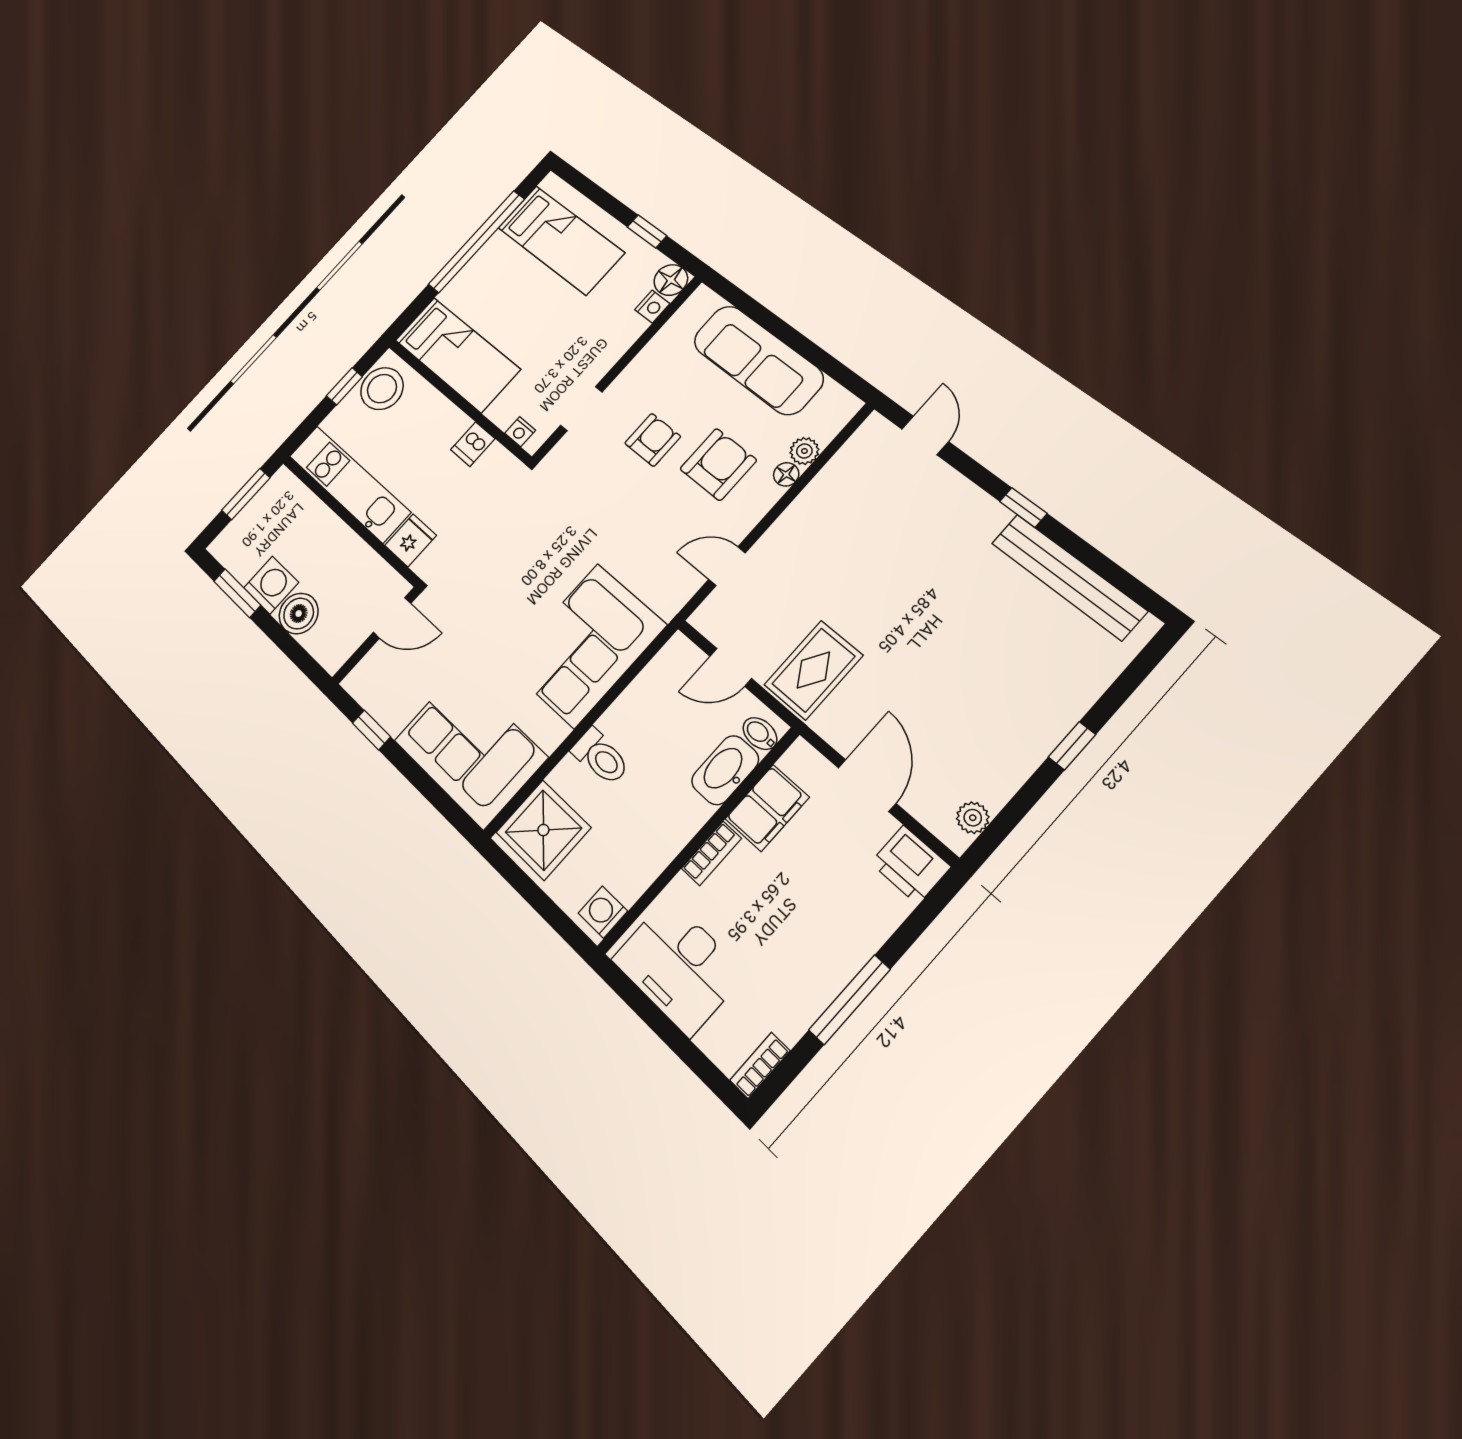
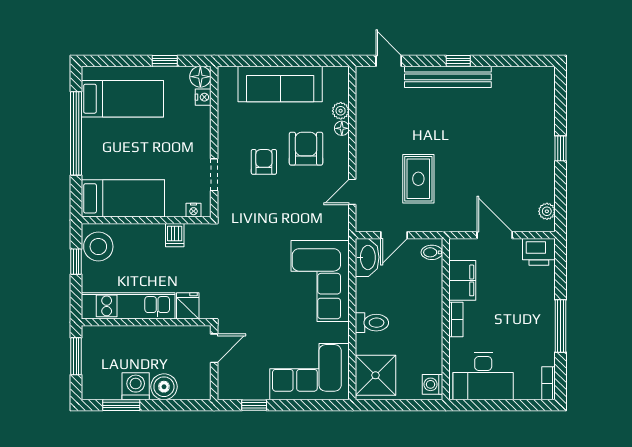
bench: (1068, 577) -> (448, 77), moved
rug: (813, 670) -> (418, 179), moved
washbasin: (725, 770) -> (367, 257), moved, turned 180

